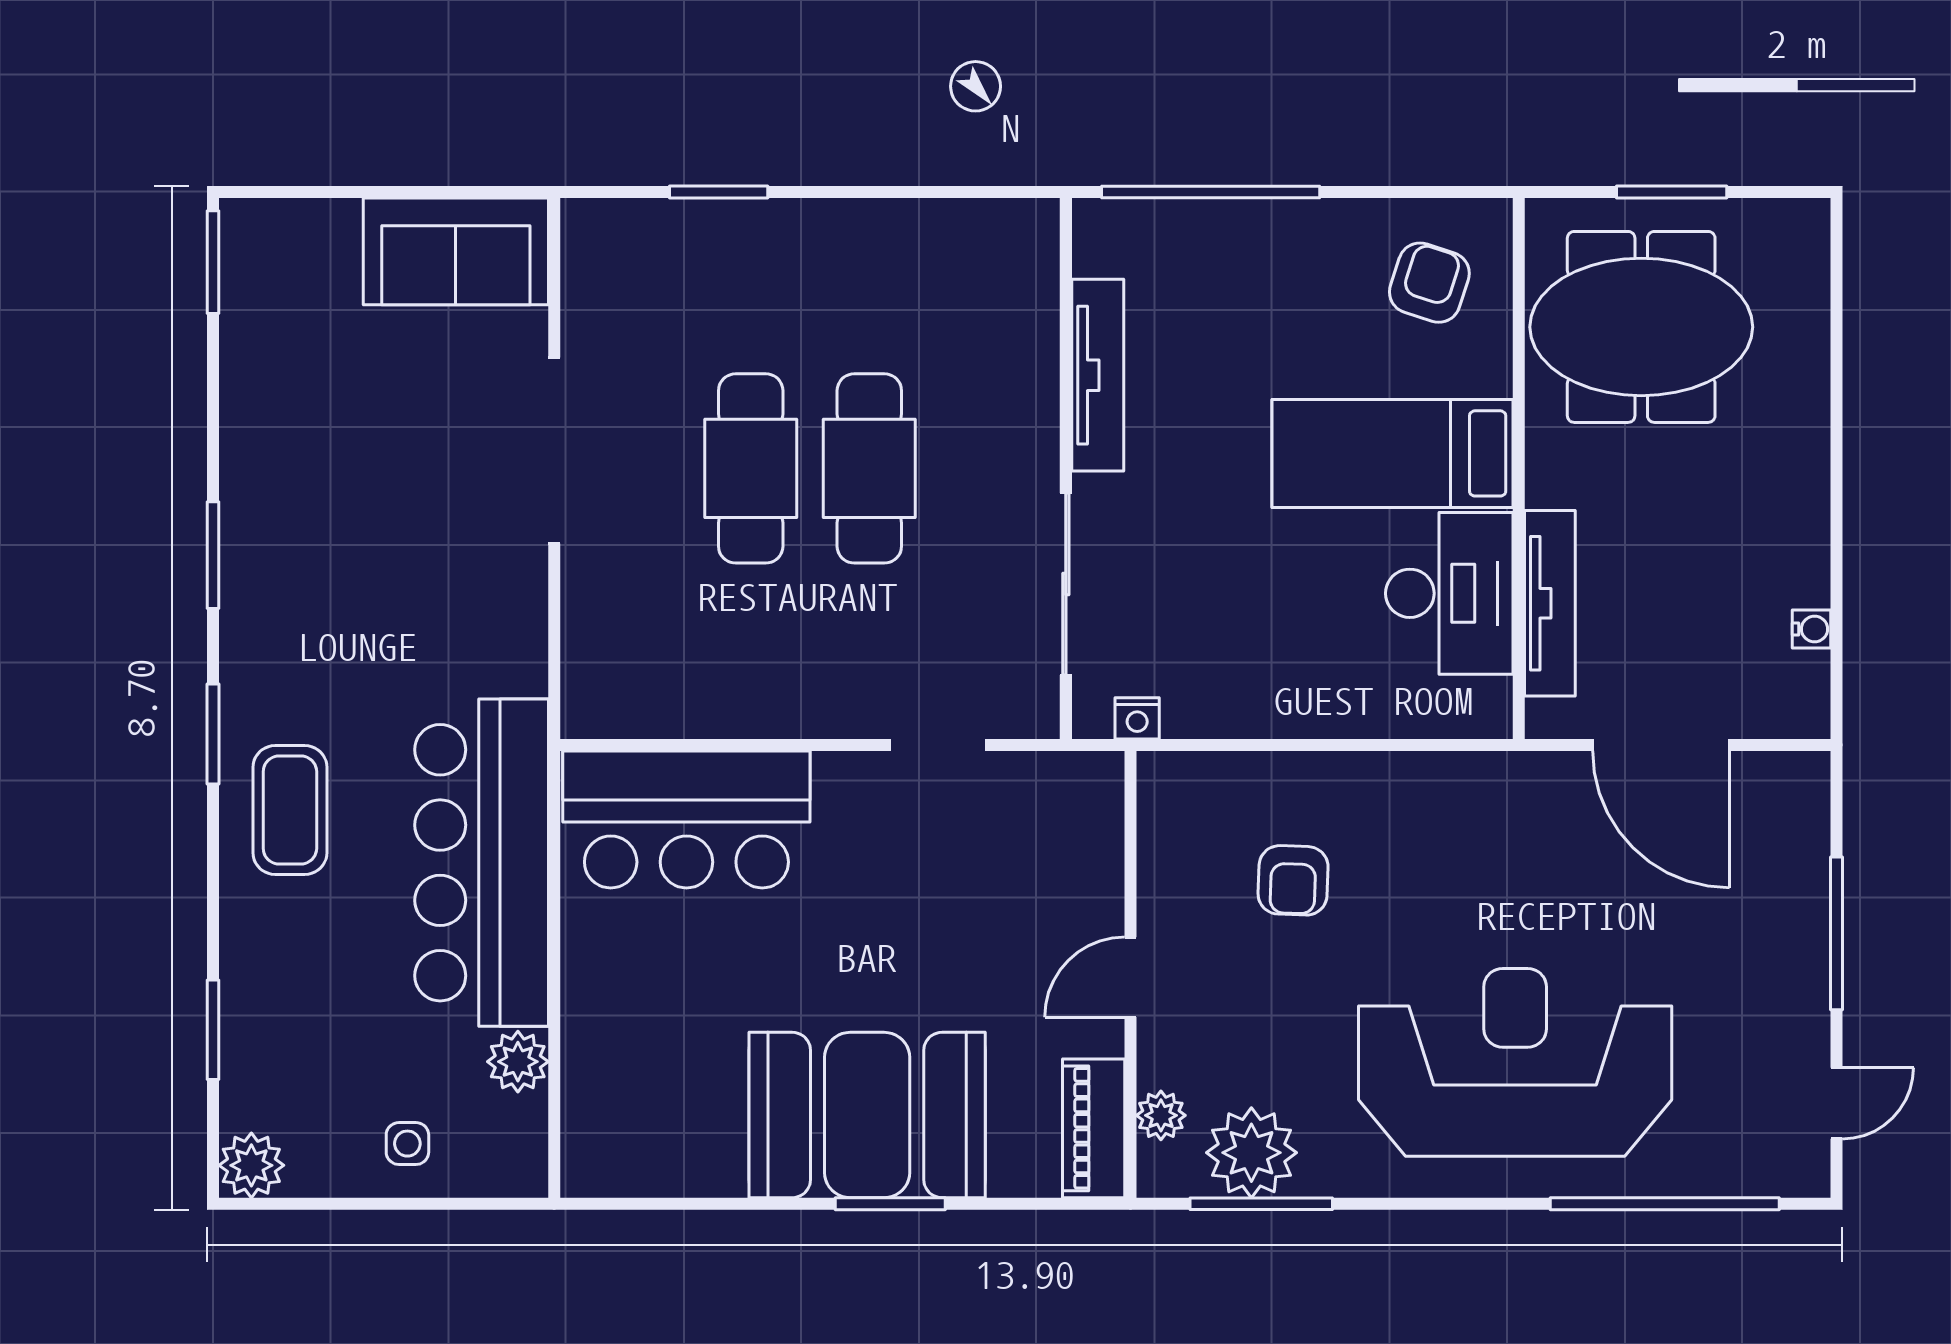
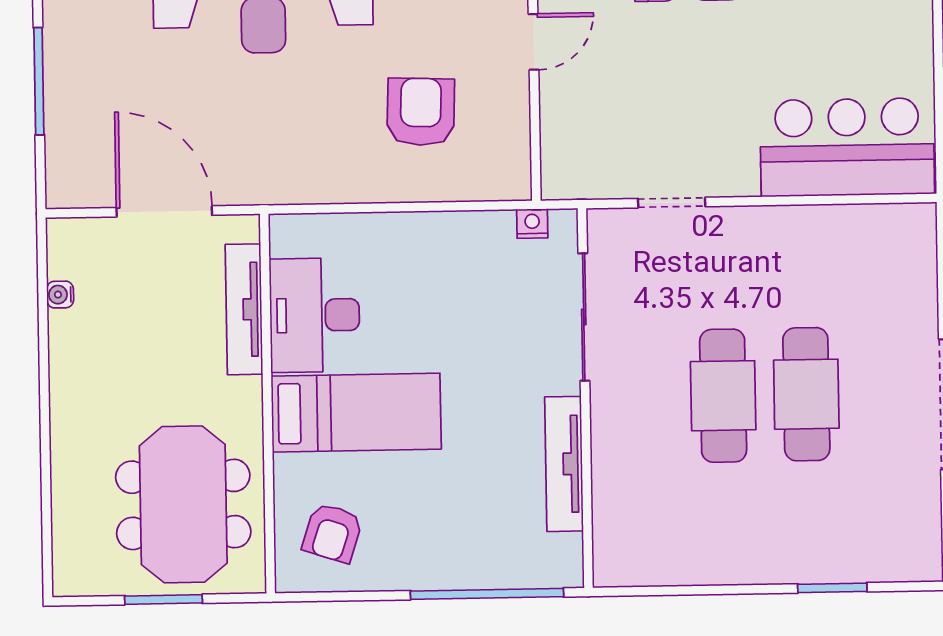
meeting table: (1641, 327) -> (183, 504), turned 90
armchair: (1293, 880) -> (421, 112), width x1.38, depth x1.38

